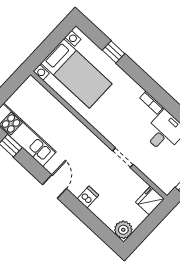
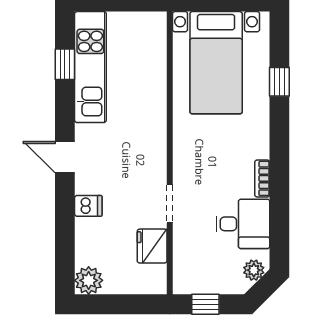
door: (55, 187) -> (65, 157), swing flipped
fridge: (150, 201) -> (152, 246), moved, turned -90

